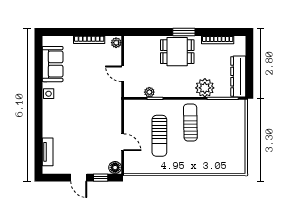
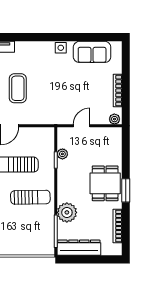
coffee table: (87, 134) -> (18, 88), added

